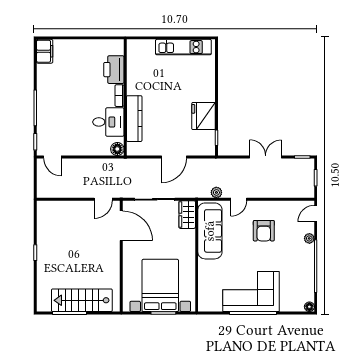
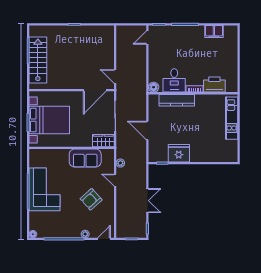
kitchen unit: (183, 47) -> (232, 118), moved
filing cabinet: (45, 51) -> (214, 32), moved
door: (316, 214) -> (104, 239), hinge flipped
sofa: (210, 231) -> (85, 158), width x0.73
armchair: (264, 231) -> (91, 199), turned -42

